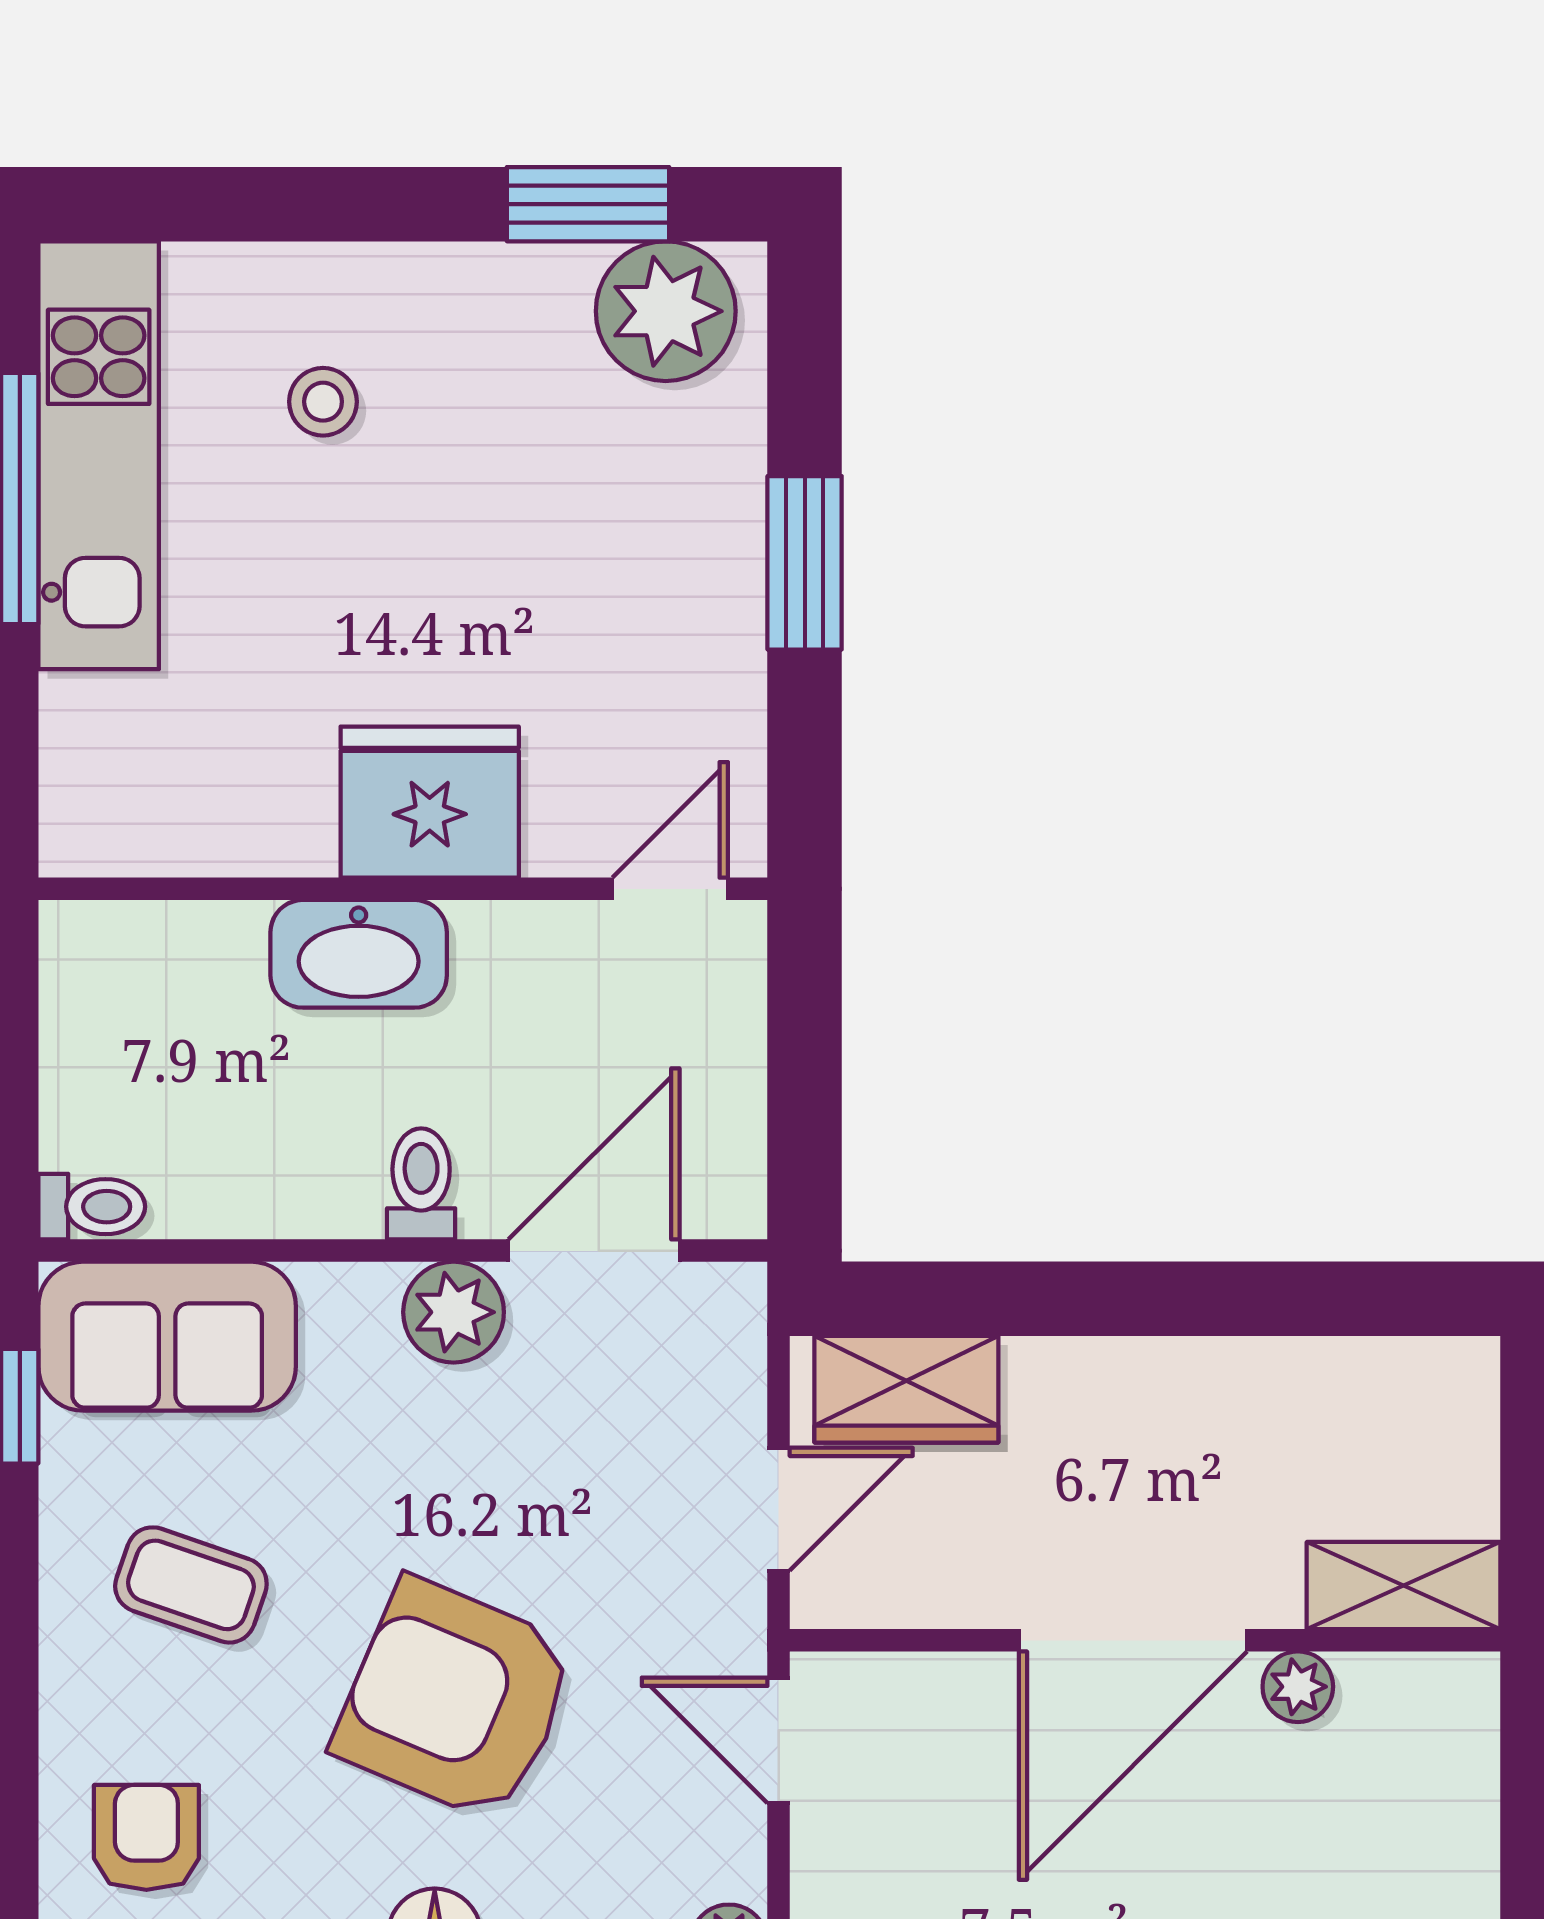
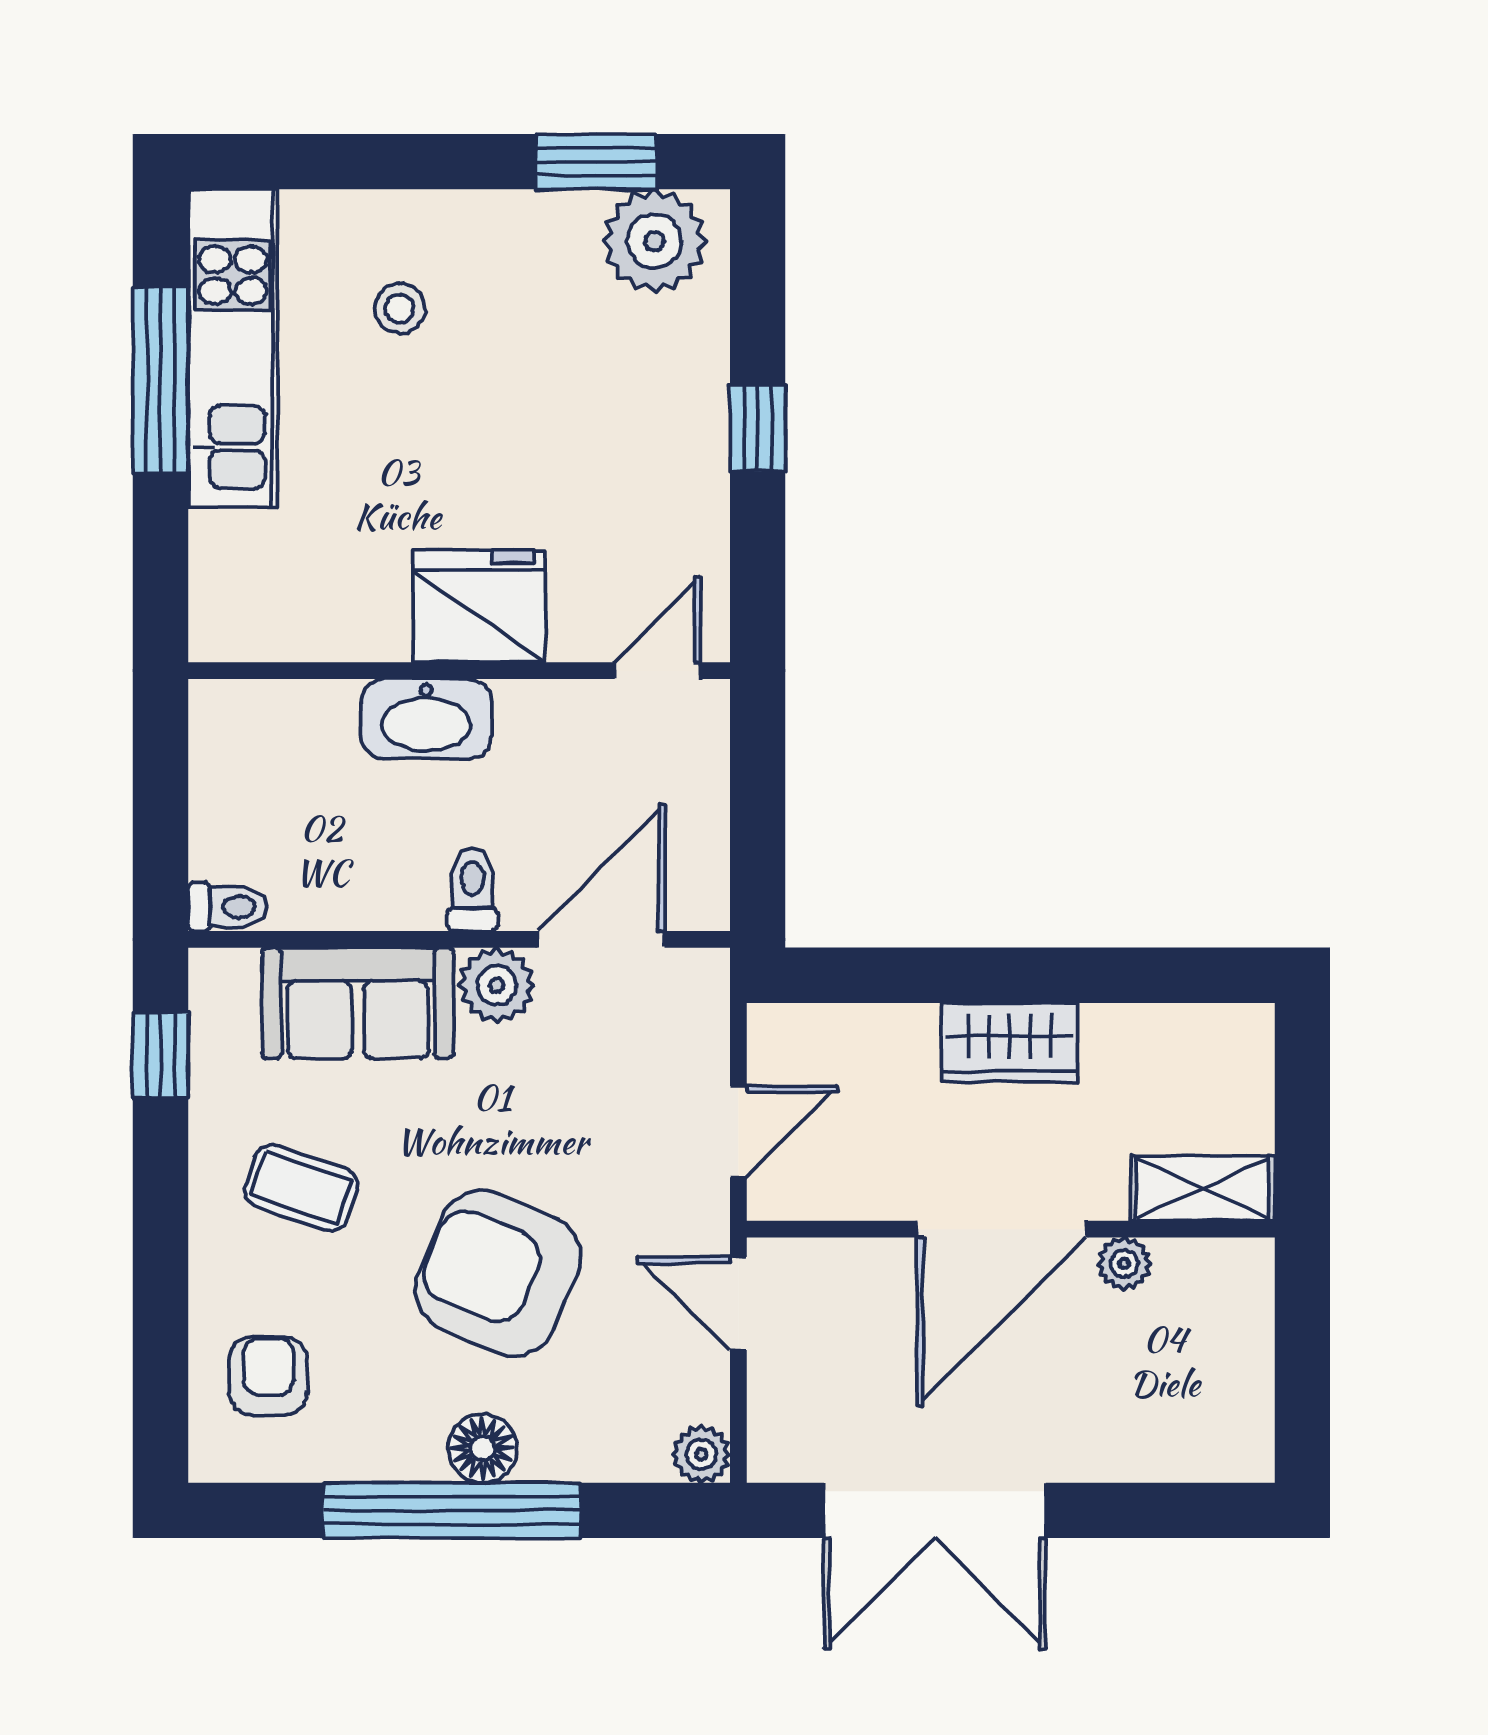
window: (805, 563) -> (758, 428), width x0.67
sofa: (167, 1336) -> (358, 1003), moved
wardrobe: (906, 1389) -> (1010, 1043), moved

